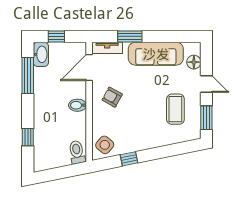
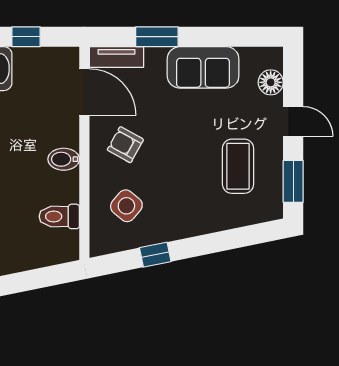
sofa: (156, 54) -> (203, 67), width x0.73
door: (89, 68) -> (84, 92), swing flipped
side table: (105, 145) -> (126, 206), moved
toilet: (77, 152) -> (59, 216), moved, turned -79

